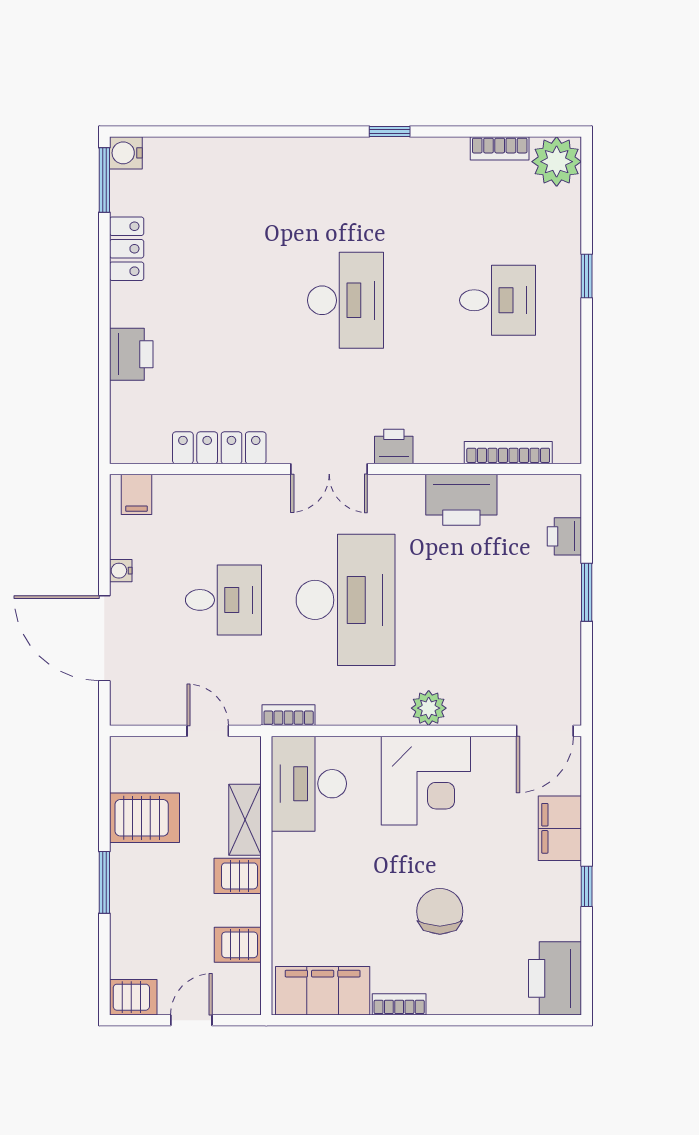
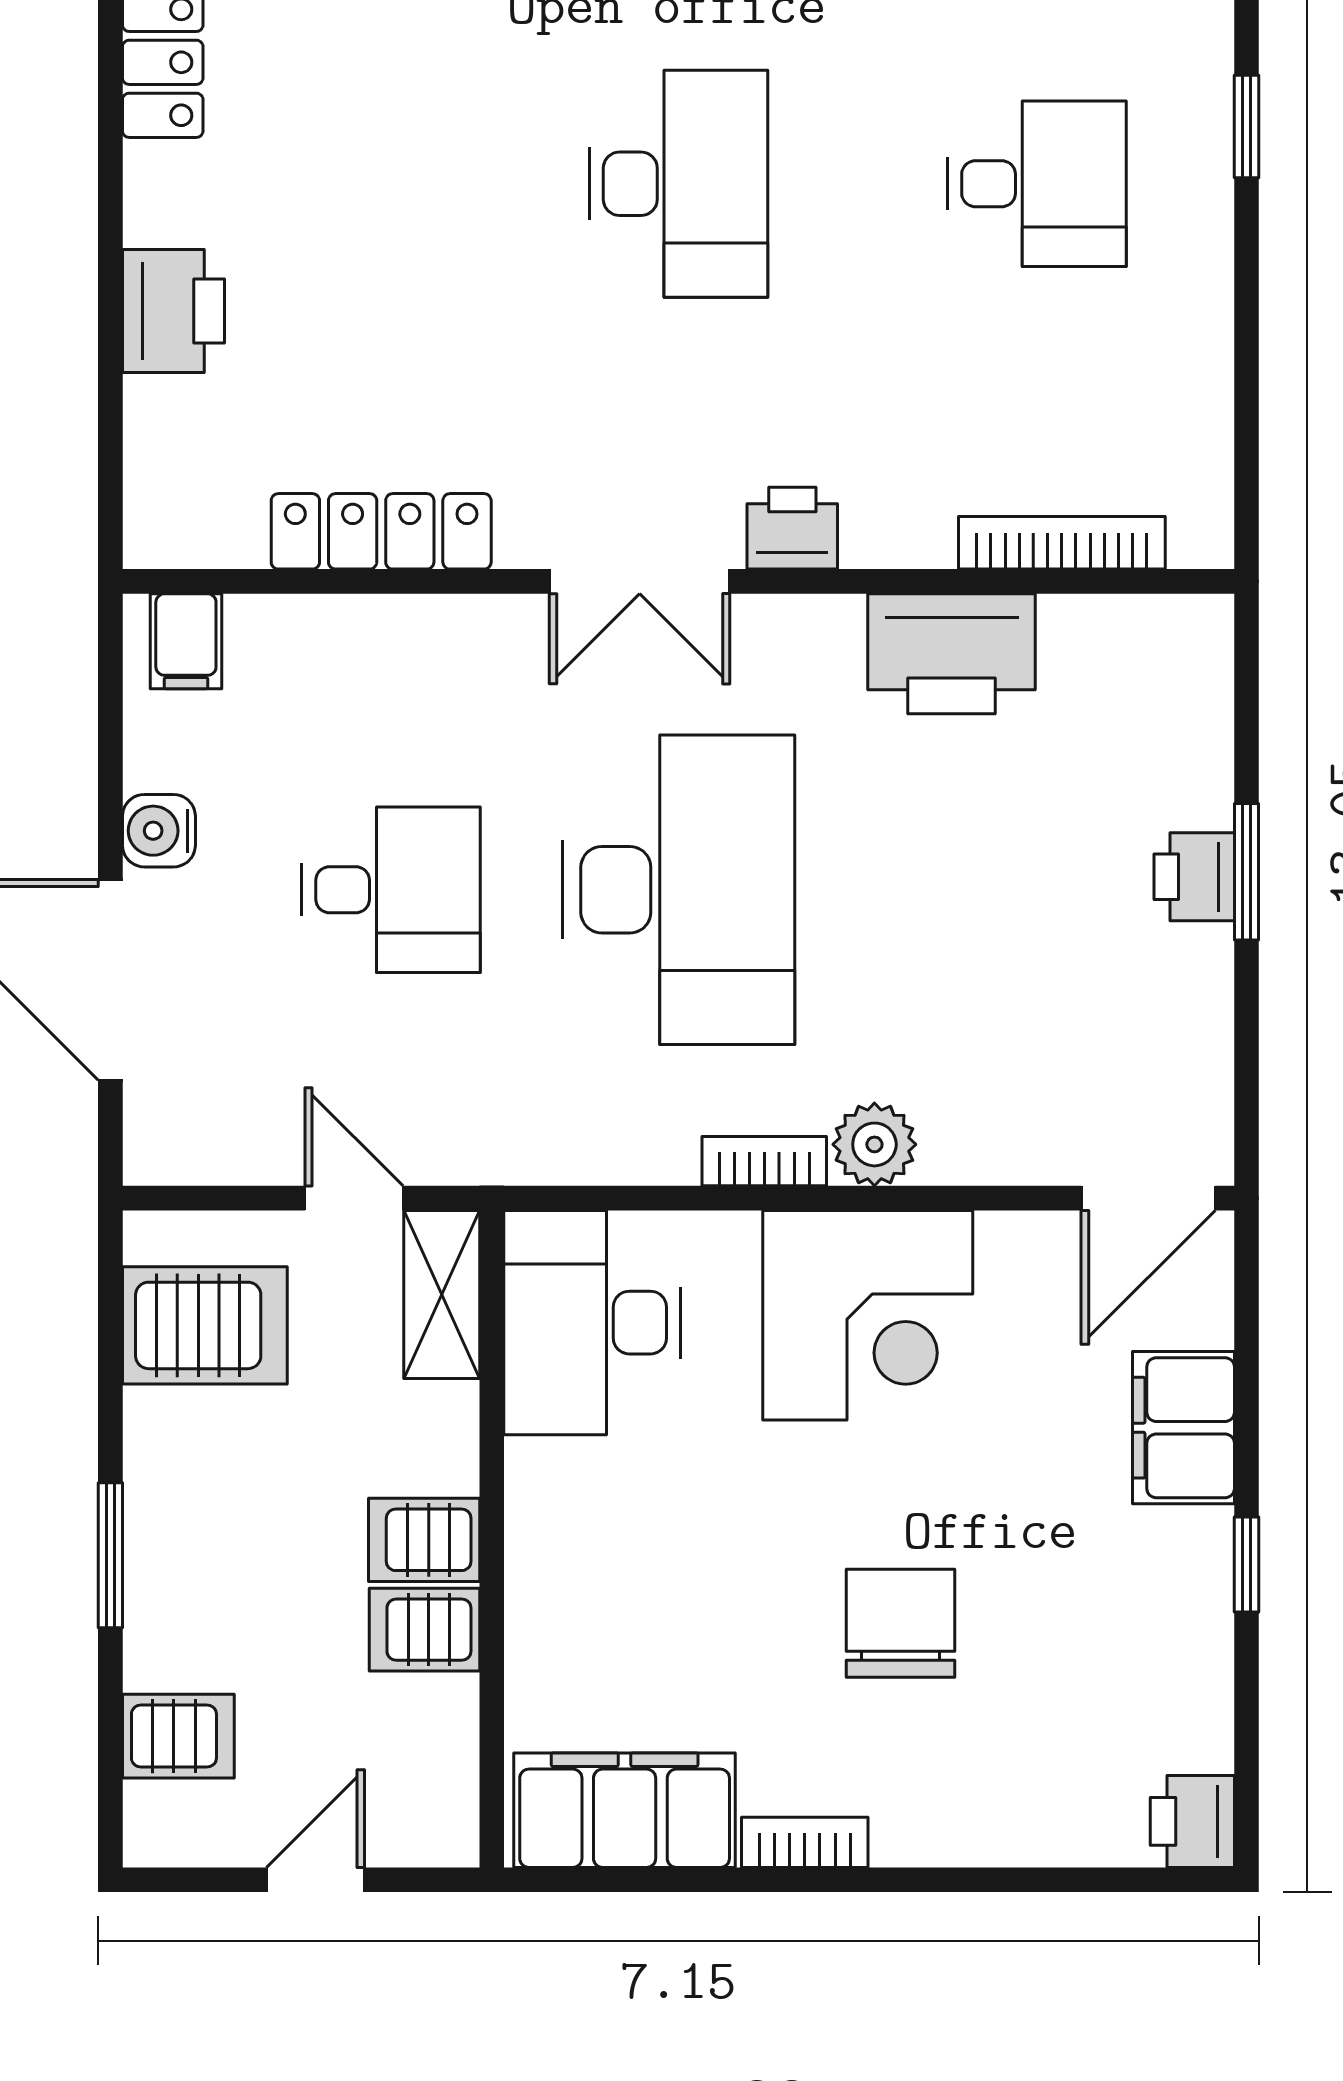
printer: (564, 536) -> (1194, 877), moved
water cooler: (121, 571) -> (159, 831), width x1.38, depth x1.38
bookcase: (289, 715) -> (764, 1161), moved
server rack: (144, 818) -> (205, 1325), moved
shelving: (245, 820) -> (442, 1294), moved
server rack: (238, 945) -> (425, 1630), moved
printer: (555, 978) -> (1192, 1821), width x0.53, depth x0.68
server rack: (133, 997) -> (178, 1736), moved

